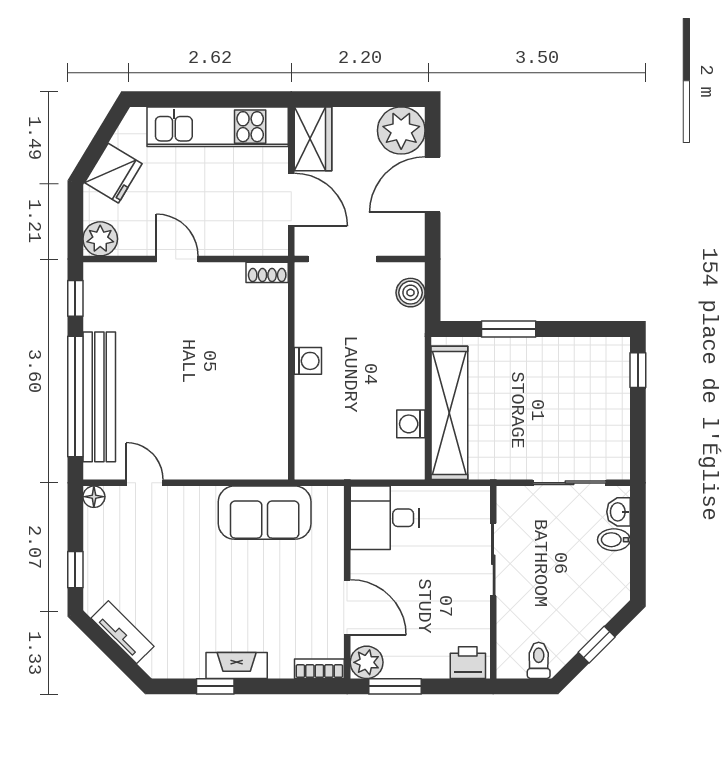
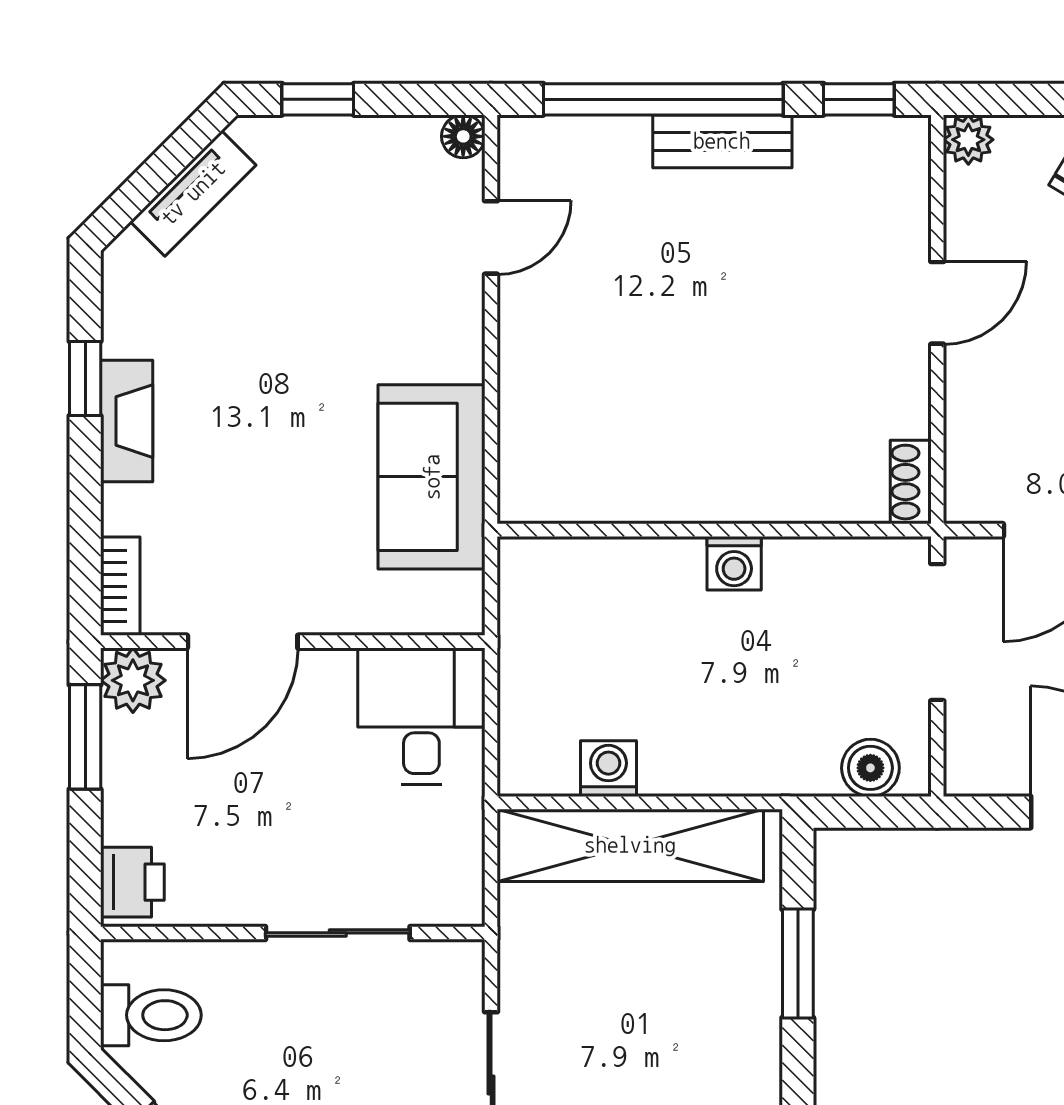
plant: (100, 239) -> (968, 140), width x0.73, depth x0.73
bench: (99, 397) -> (722, 141), width x0.54, depth x0.82
toilet: (539, 660) -> (151, 1015), width x1.37, depth x1.39

